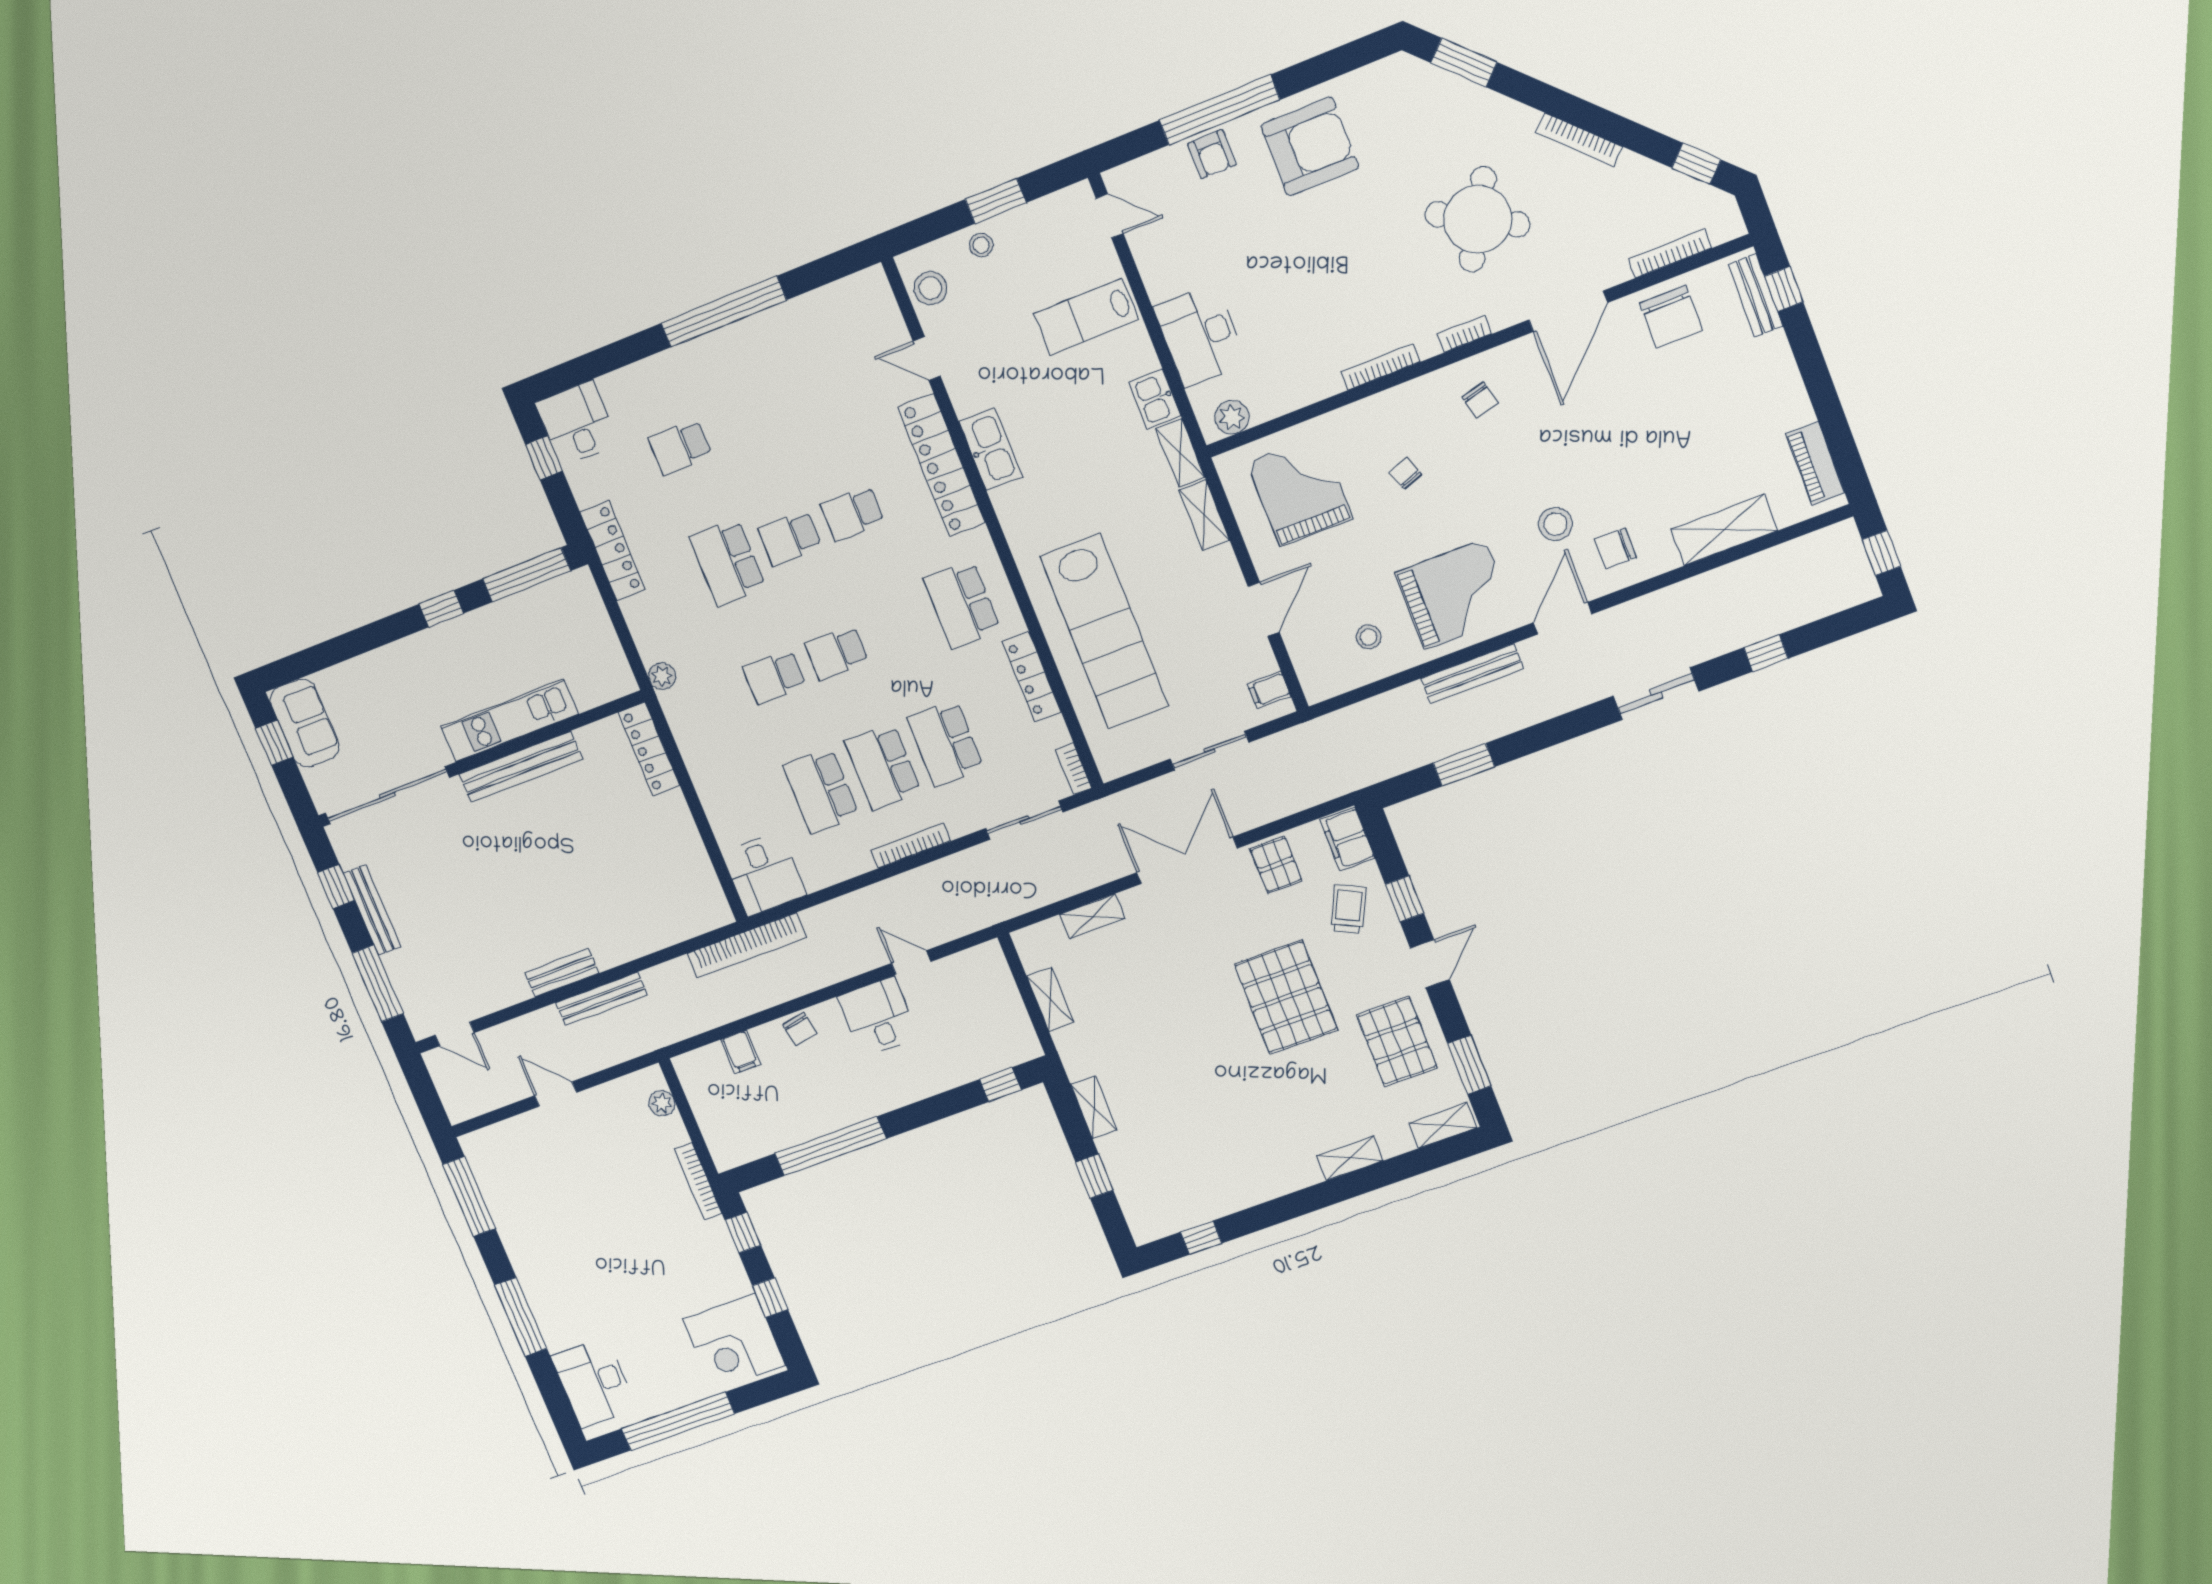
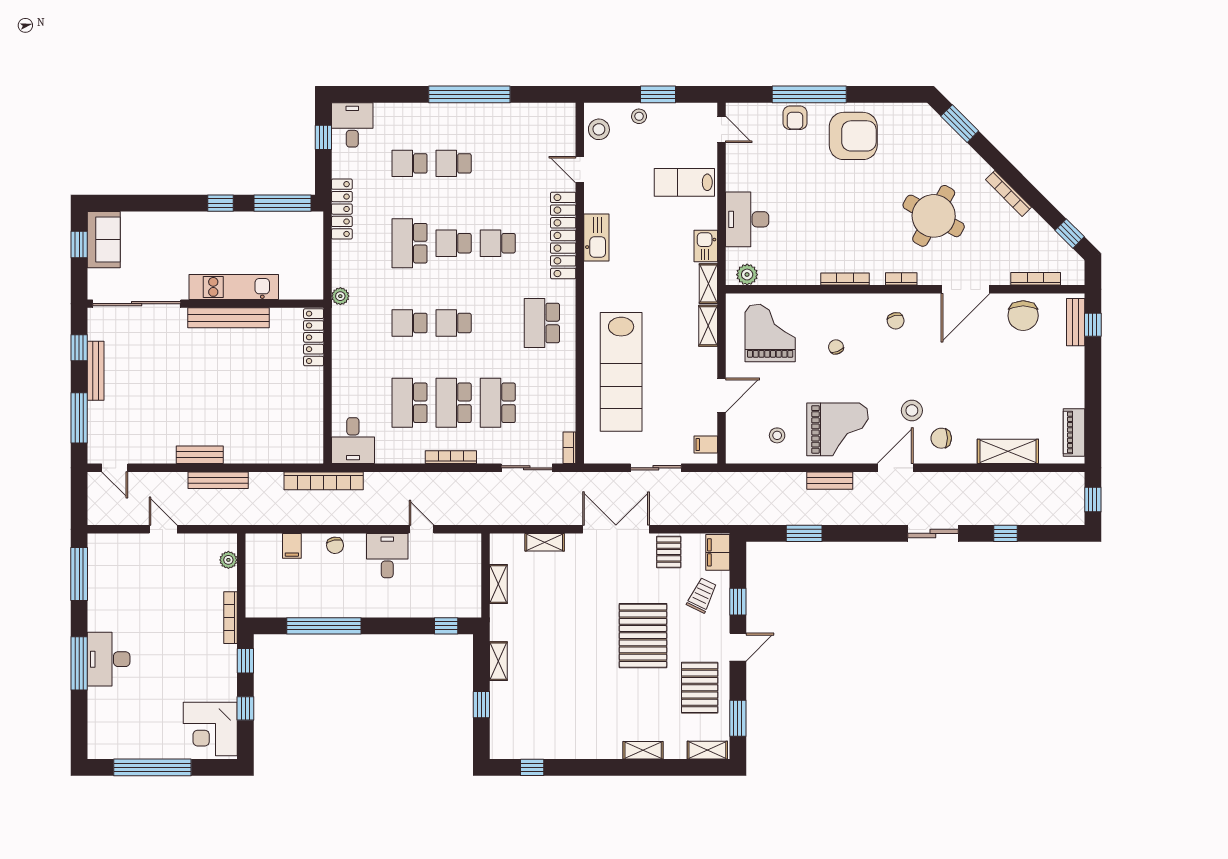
school desk: (742, 422) -> (454, 163), added
bench: (1472, 674) -> (830, 481), width x0.73
locker: (1032, 677) -> (566, 383), removed
desk: (594, 1382) -> (109, 659), moved

